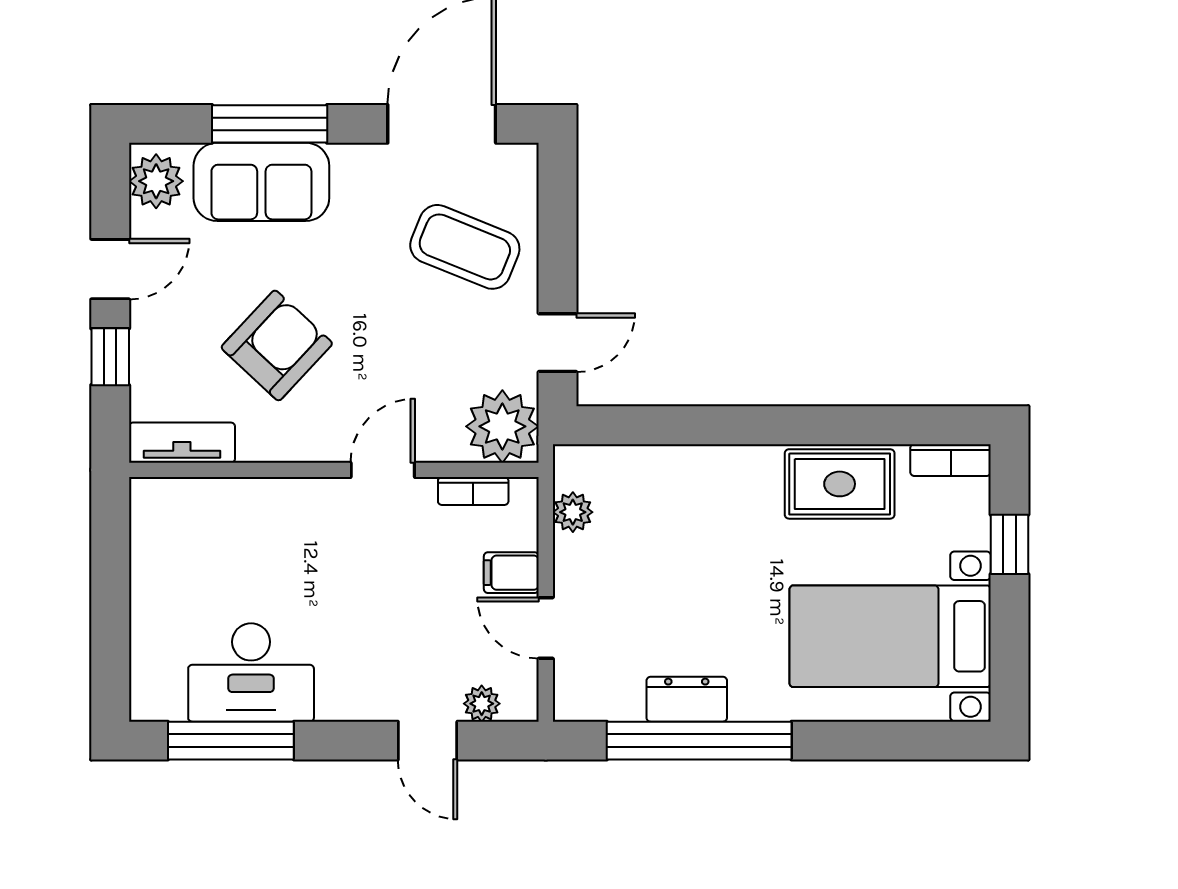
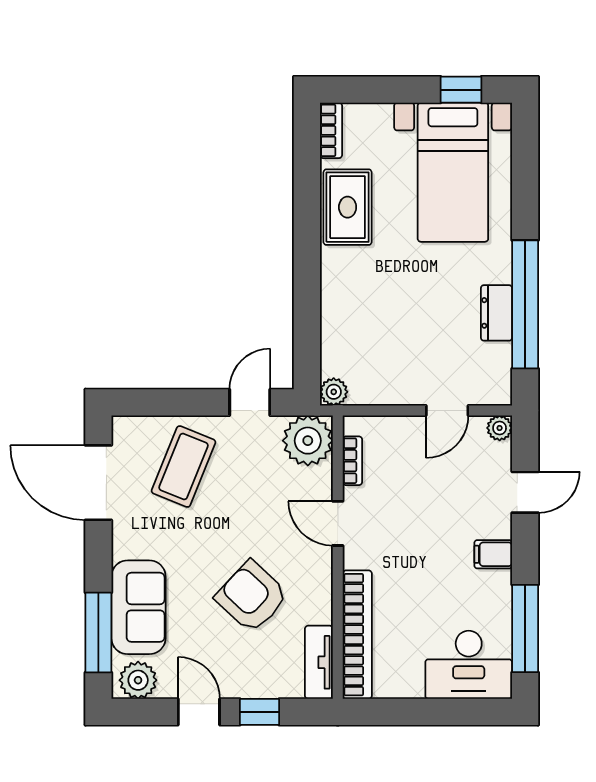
window: (270, 124) -> (98, 633), moved
door: (557, 343) -> (250, 402), hinge flipped
bookcase: (222, 498) -> (357, 635), added
plant: (573, 512) -> (334, 392), moved
window: (1009, 544) -> (461, 90), moved
filing cabinet: (511, 573) -> (493, 554), moved, turned 90
desk: (251, 673) -> (469, 665), moved, turned 90
plant: (482, 704) -> (500, 428), moved

